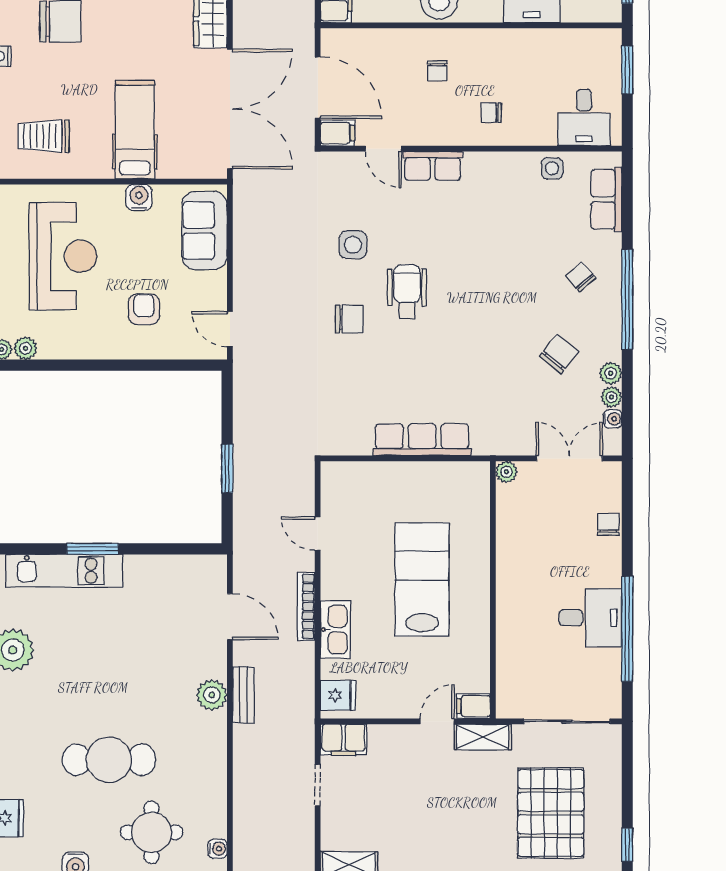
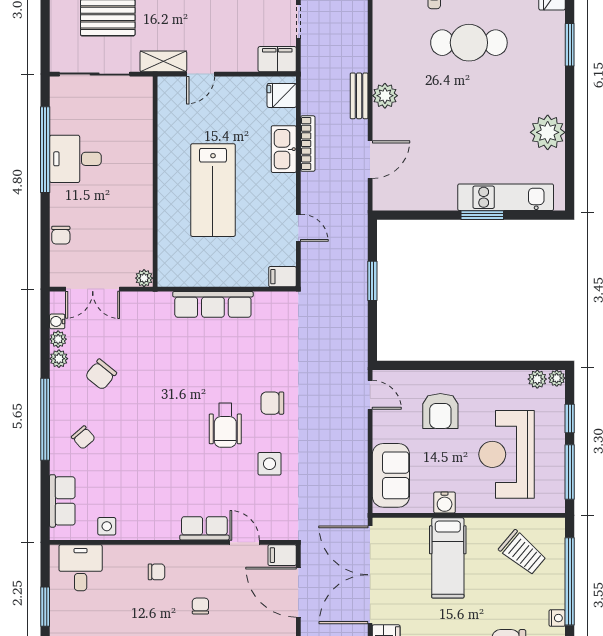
trolley: (44, 136) -> (522, 553), turned 40
armchair: (144, 309) -> (440, 411), width x1.38, depth x1.38
bookcase: (306, 606) -> (308, 144), moved
door: (230, 617) -> (370, 160), swing flipped
filing cabinet: (473, 706) -> (282, 277), moved, turned 180

